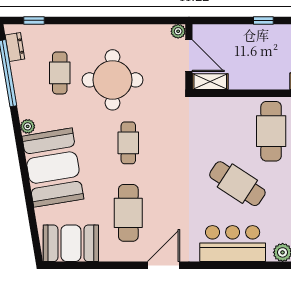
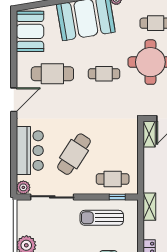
cafe table: (271, 131) -> (113, 179), width x0.73, depth x0.74
door: (164, 265) -> (14, 100), hinge flipped

